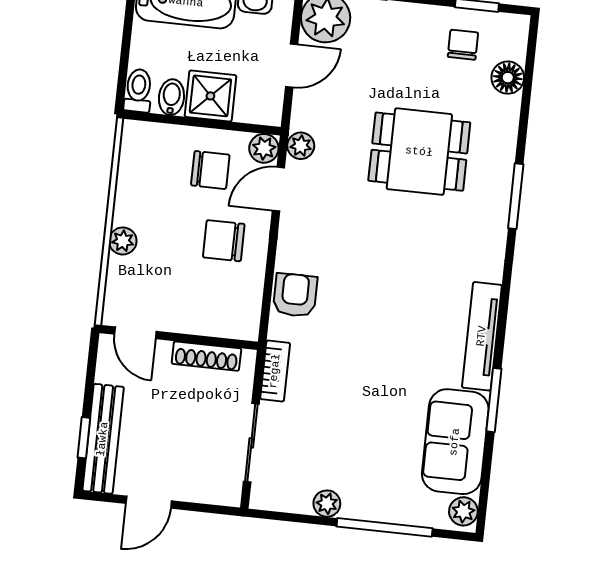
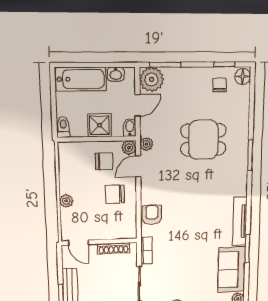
floor lamp: (508, 78) -> (243, 77), moved
bidet: (171, 97) -> (130, 127), moved

